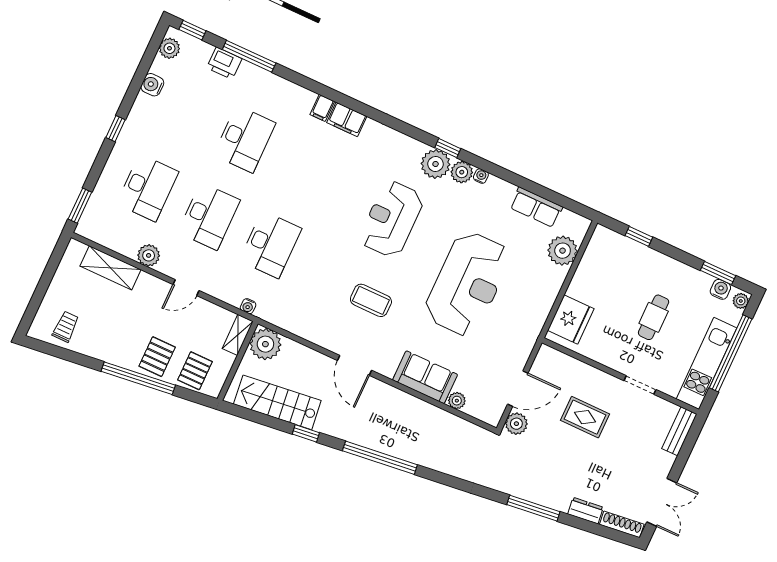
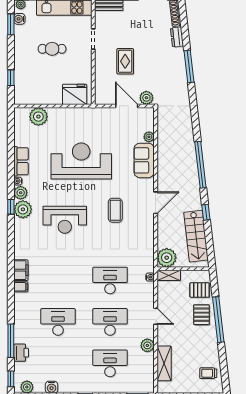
row of seats: (536, 207) -> (21, 161), moved
pallet: (157, 357) -> (201, 315), turned 90

